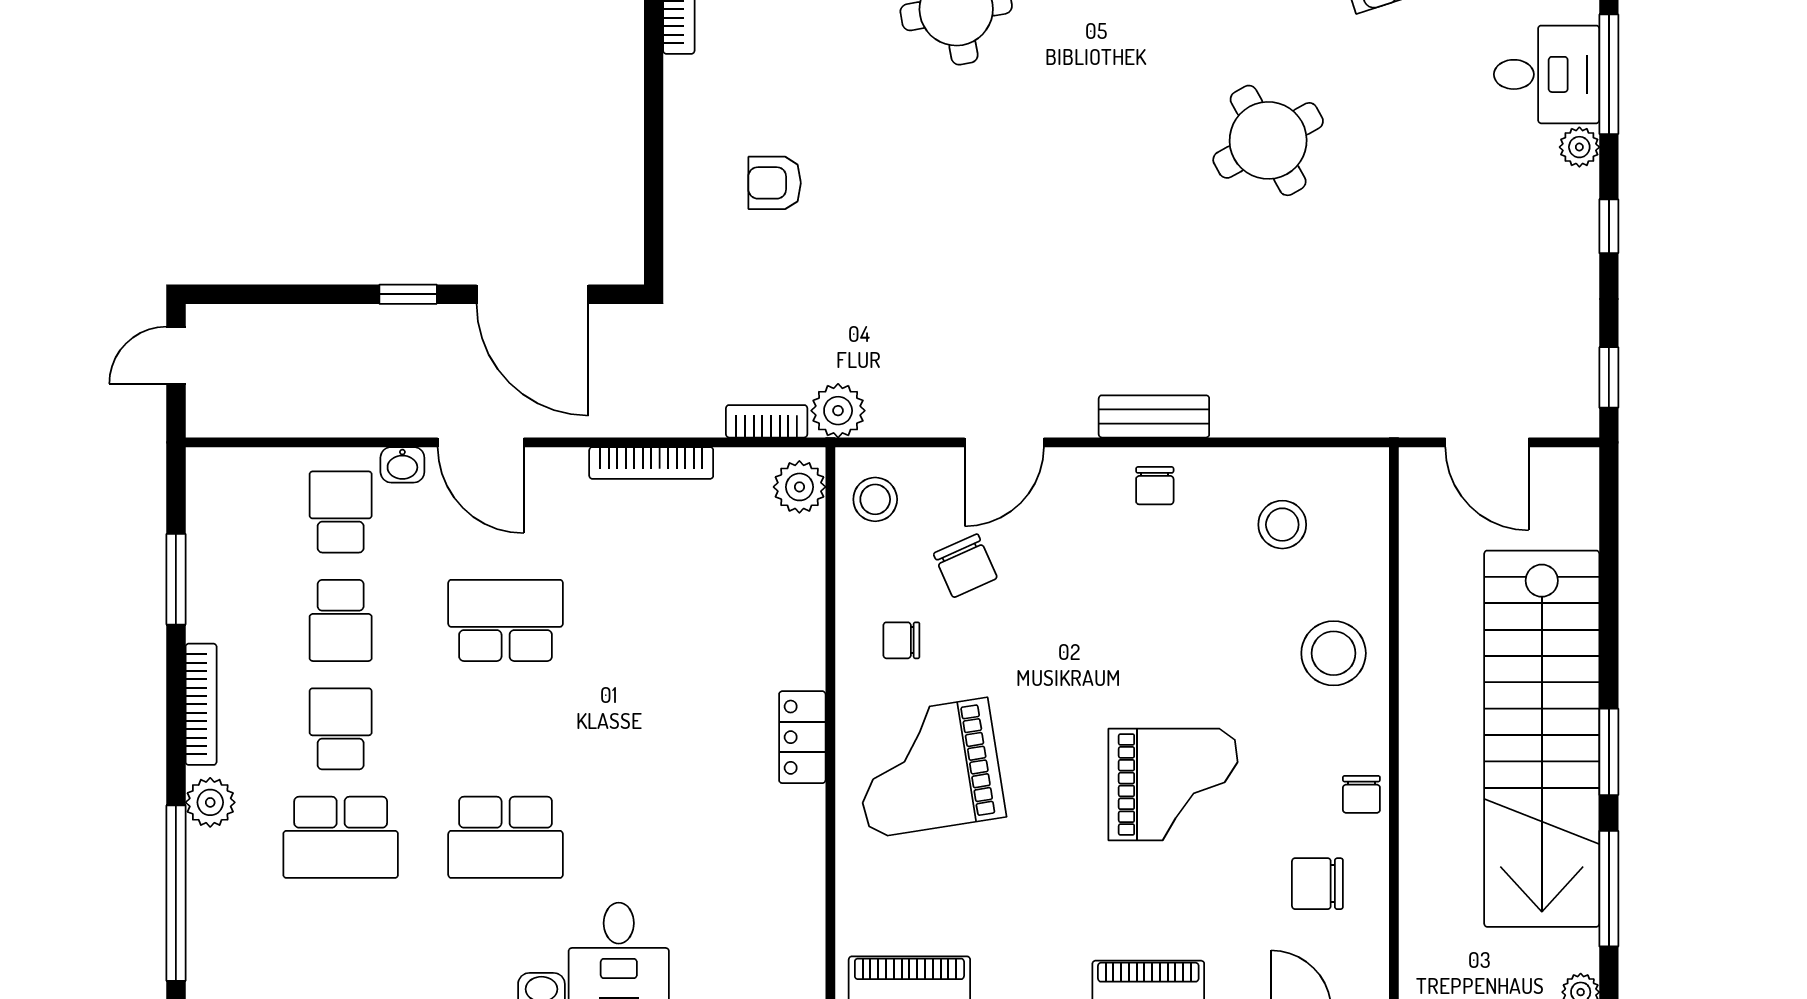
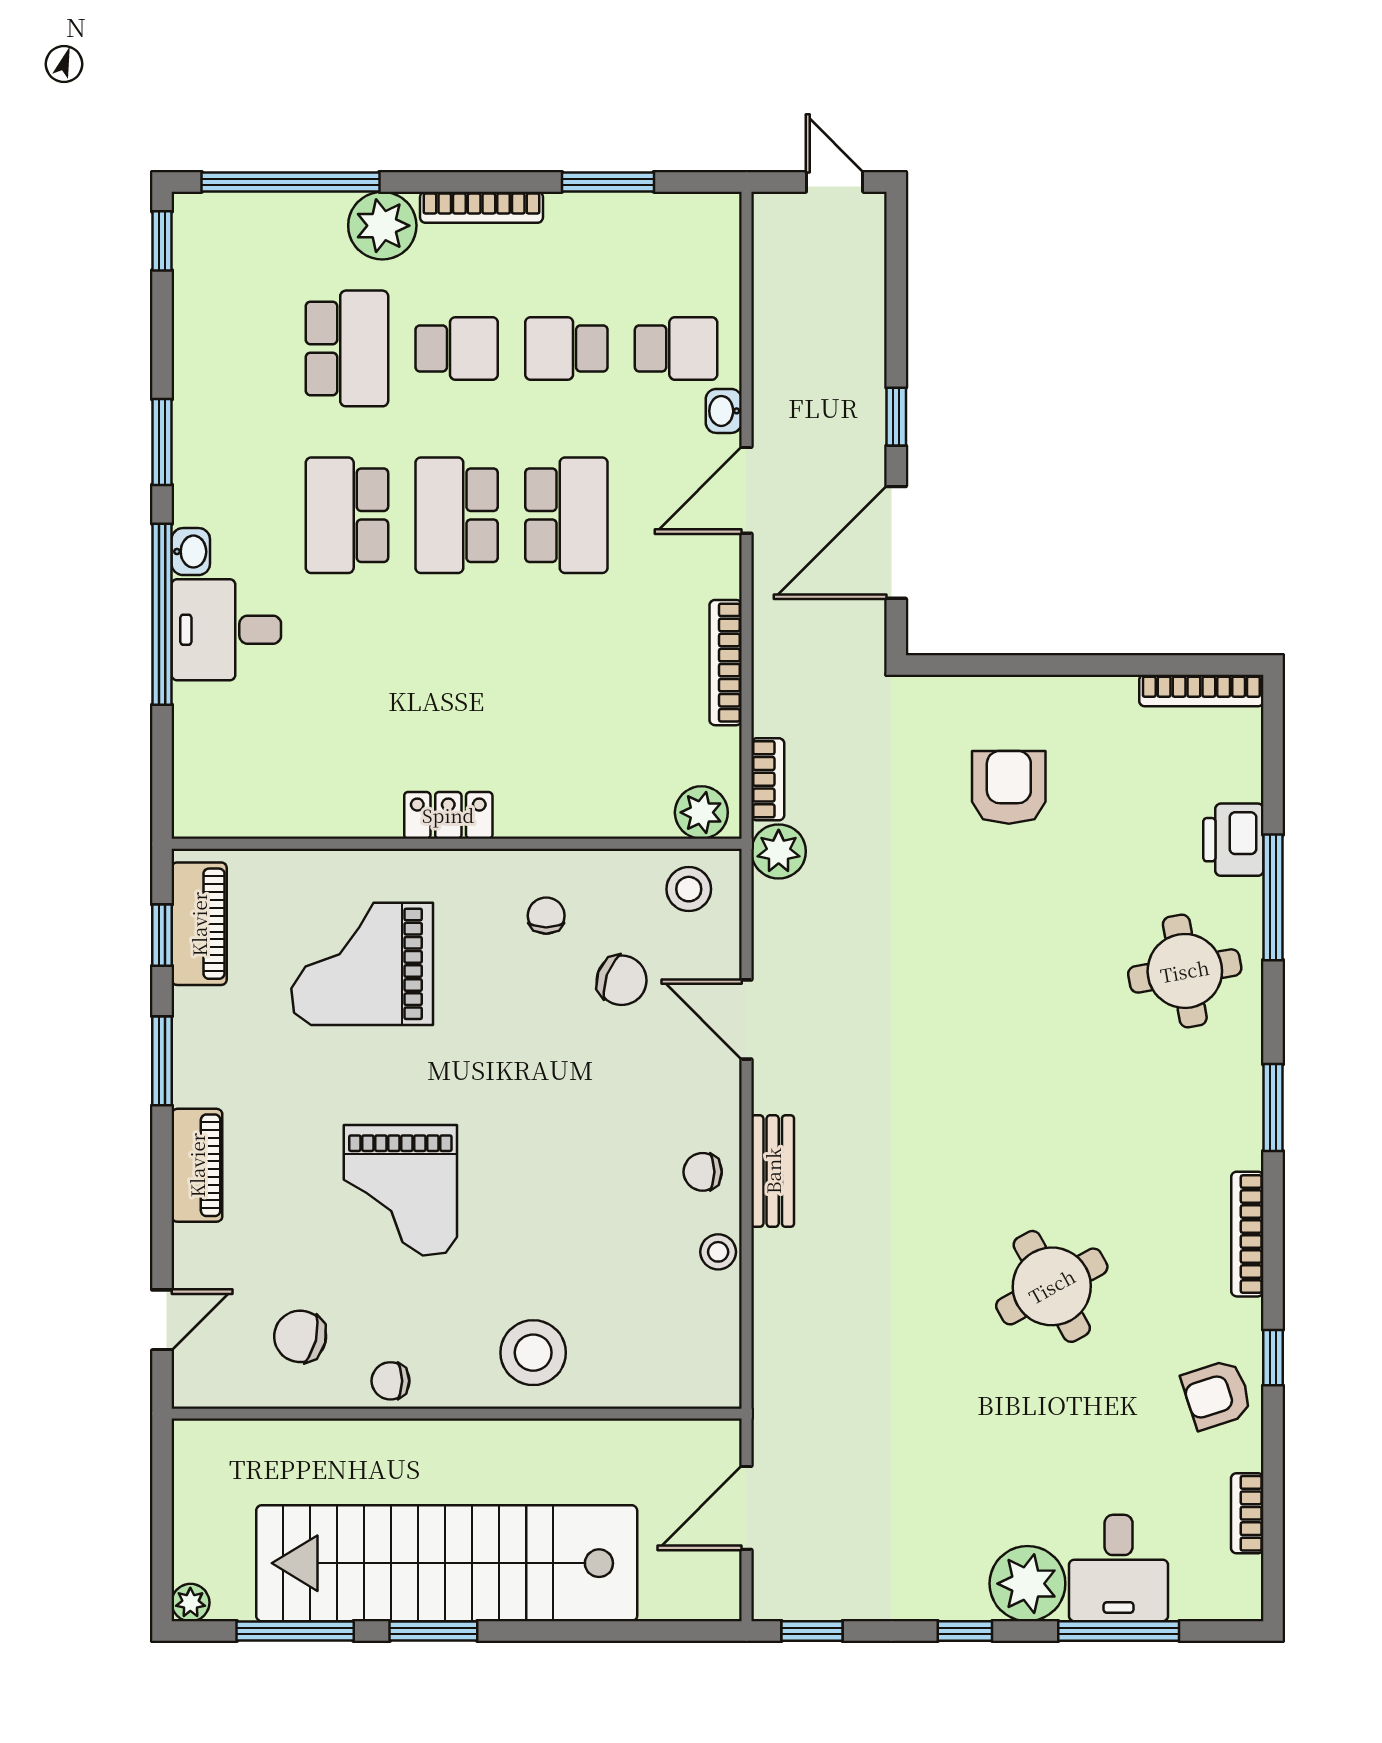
plant: (1579, 147) -> (1027, 1584), width x1.88, depth x1.88
armchair: (775, 183) -> (1009, 787), width x1.38, depth x1.38
stool: (1282, 525) -> (718, 1252), moved, width x0.73, depth x0.73
chair: (965, 566) -> (622, 980), turned -136
school desk: (506, 729) -> (457, 515), added
grand piano: (928, 768) -> (362, 964), moved, turned -81
plant: (210, 802) -> (382, 226), width x1.36, depth x1.36
school desk: (341, 837) -> (347, 348), turned 180
chair: (1317, 884) -> (300, 1336), turned -76

